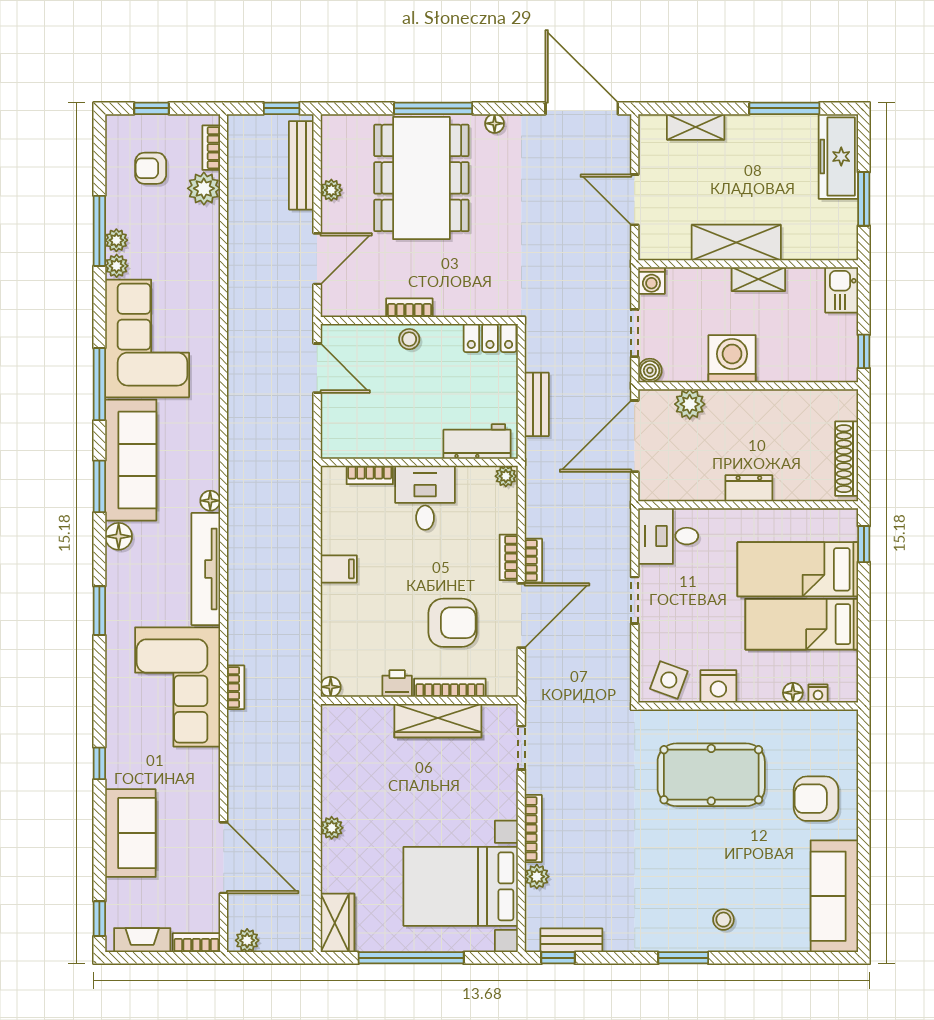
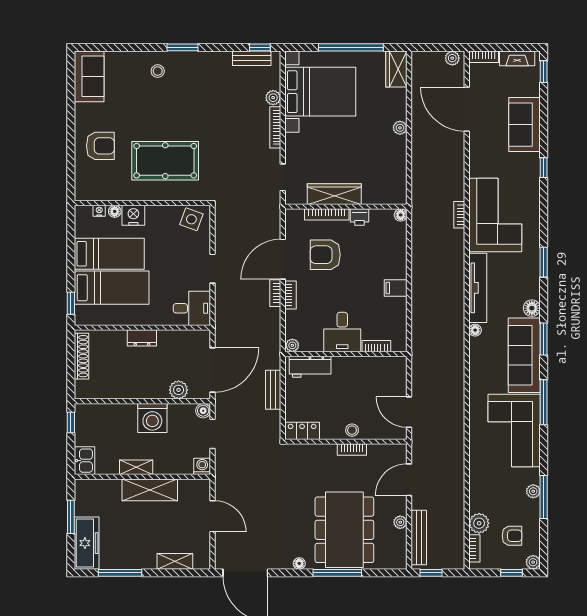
plant: (117, 266) -> (533, 562), moved
nightstand: (718, 686) -> (133, 215), moved
sofa: (834, 896) -> (89, 76), width x0.73

